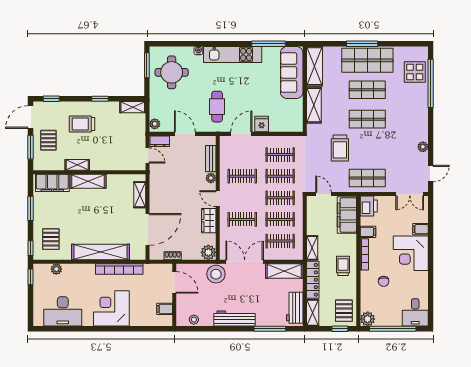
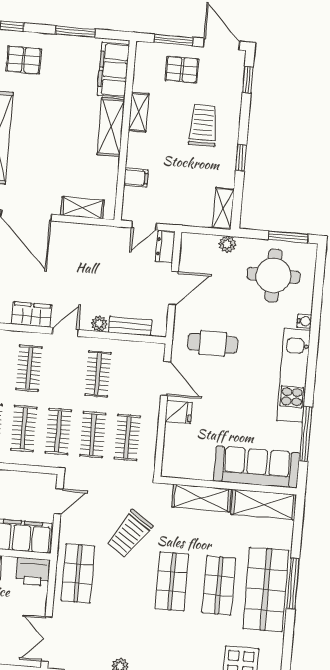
plant: (155, 124) -> (227, 244), moved
trolley: (340, 148) -> (130, 534), turned -56
filing cabinet: (118, 163) -> (136, 178), added

